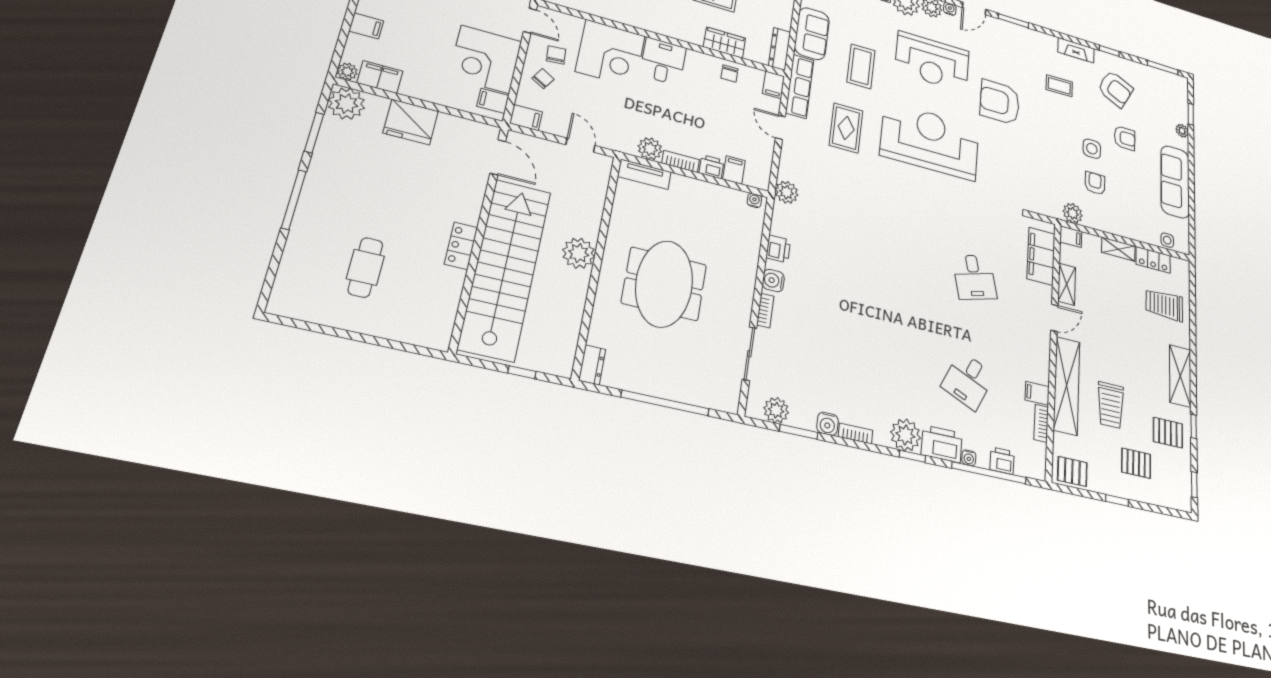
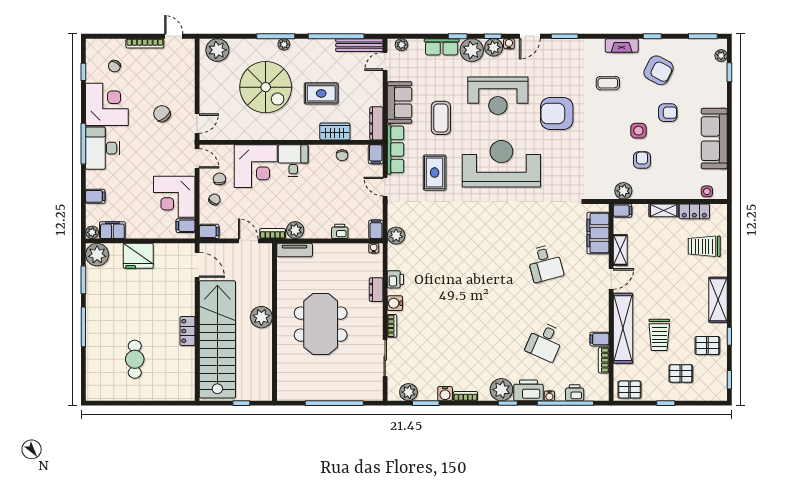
plant: (1182, 131) -> (721, 56), moved
bookcase: (681, 162) -> (273, 234), moved
filing cabinet: (734, 170) -> (376, 229), moved
dresser: (592, 365) -> (376, 290), moved, turned 180

